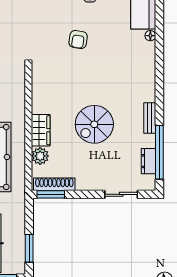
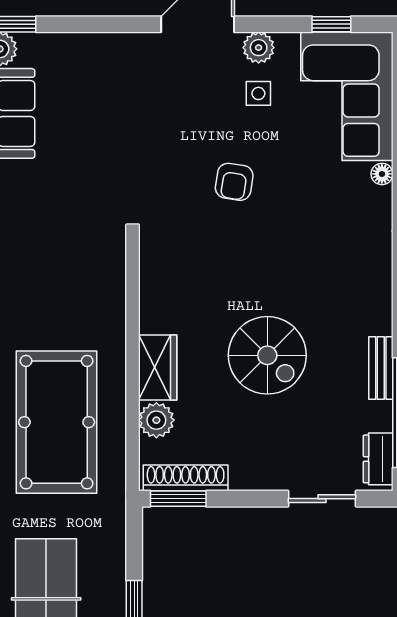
bench: (150, 118) -> (381, 368), moved
spiral stairs: (94, 124) -> (267, 355), turned -90
dresser: (148, 161) -> (378, 459), moved

